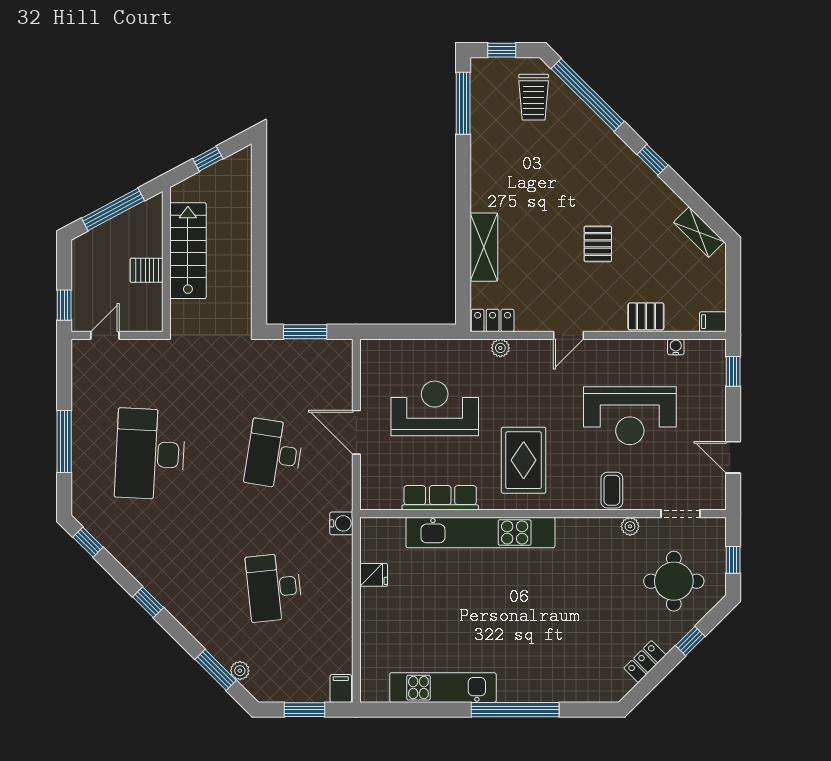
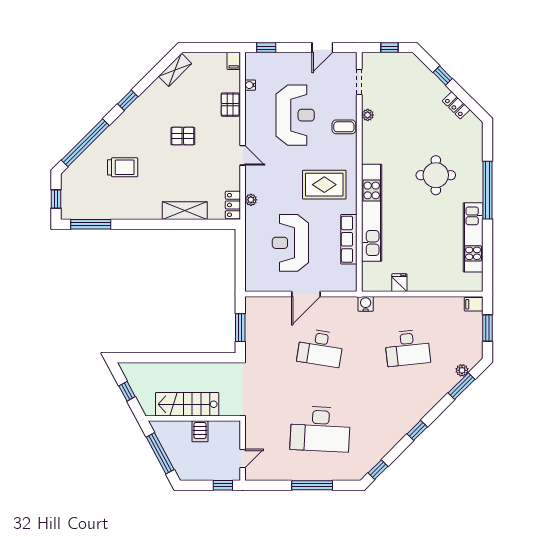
trolley: (534, 97) -> (123, 167), moved
door: (105, 335) -> (243, 459), swing flipped
round table: (674, 581) -> (436, 175), moved

